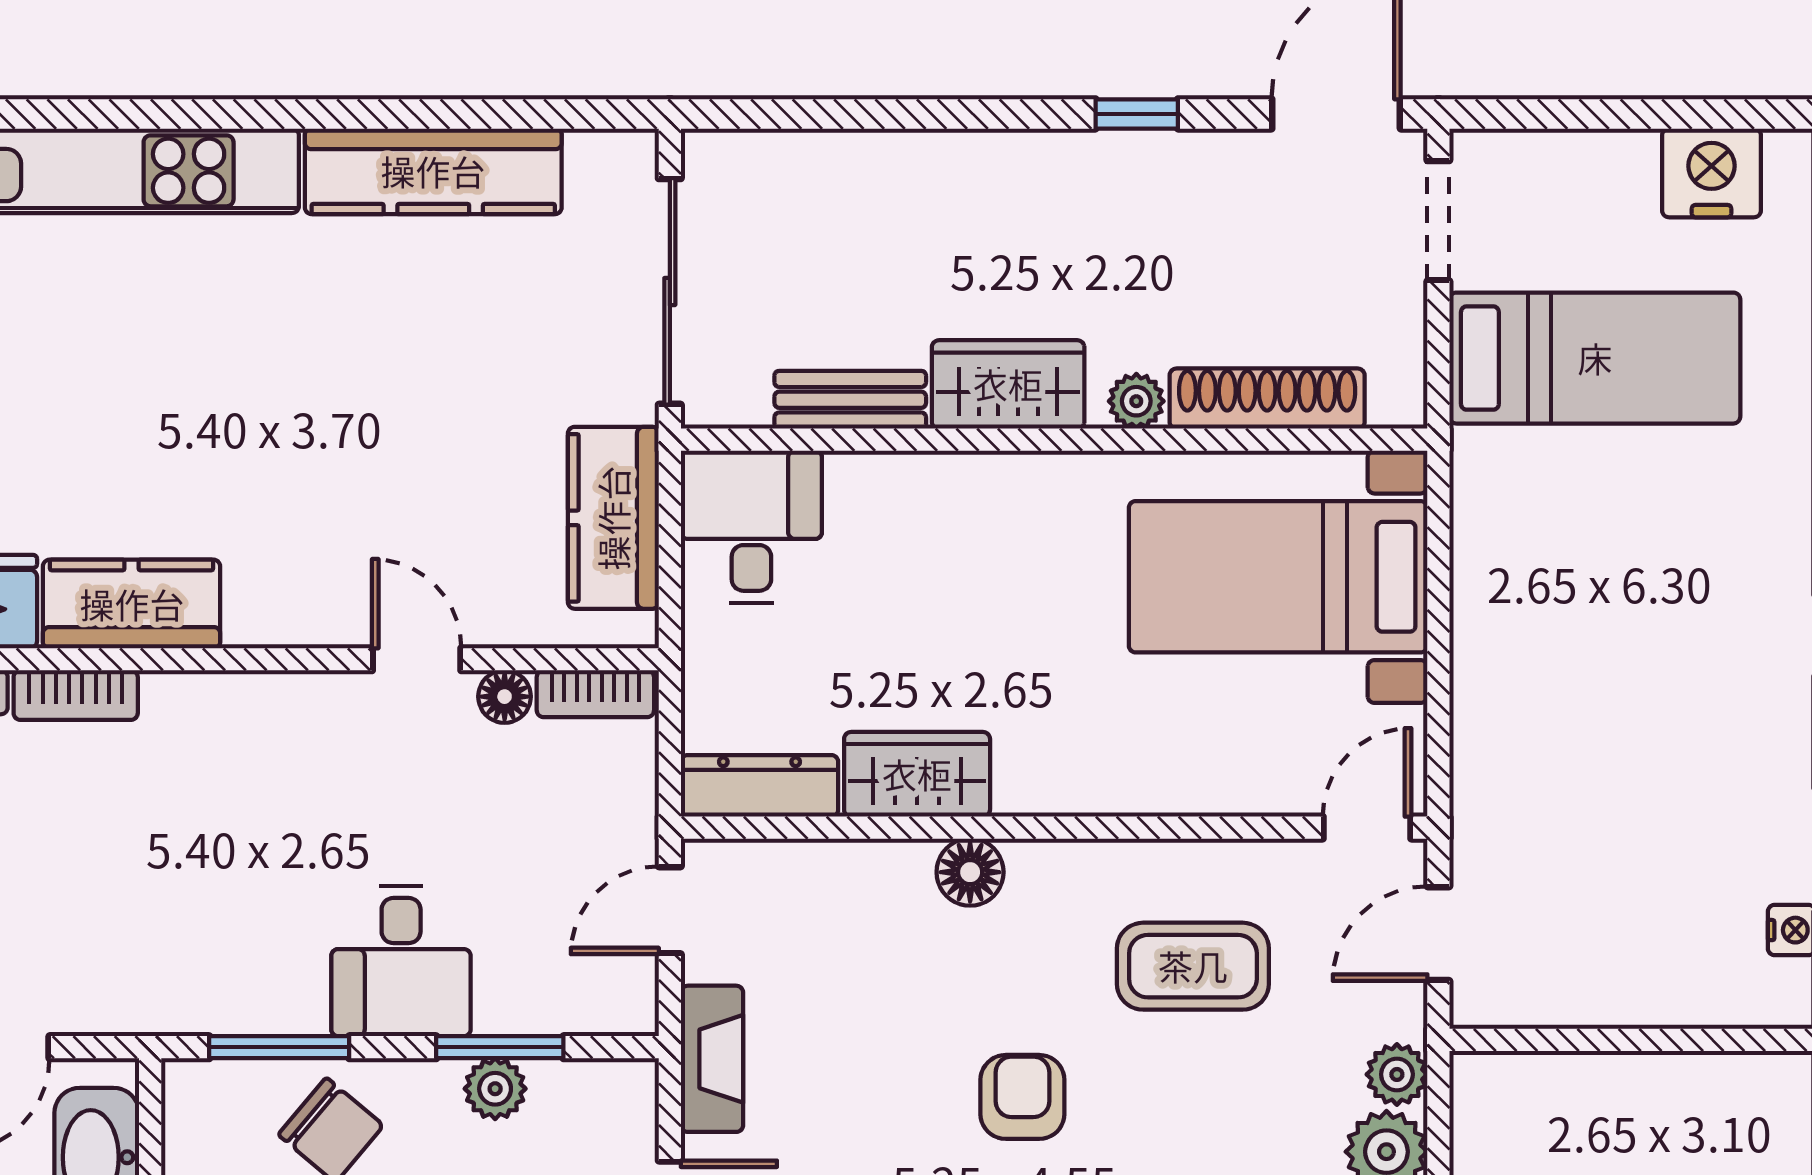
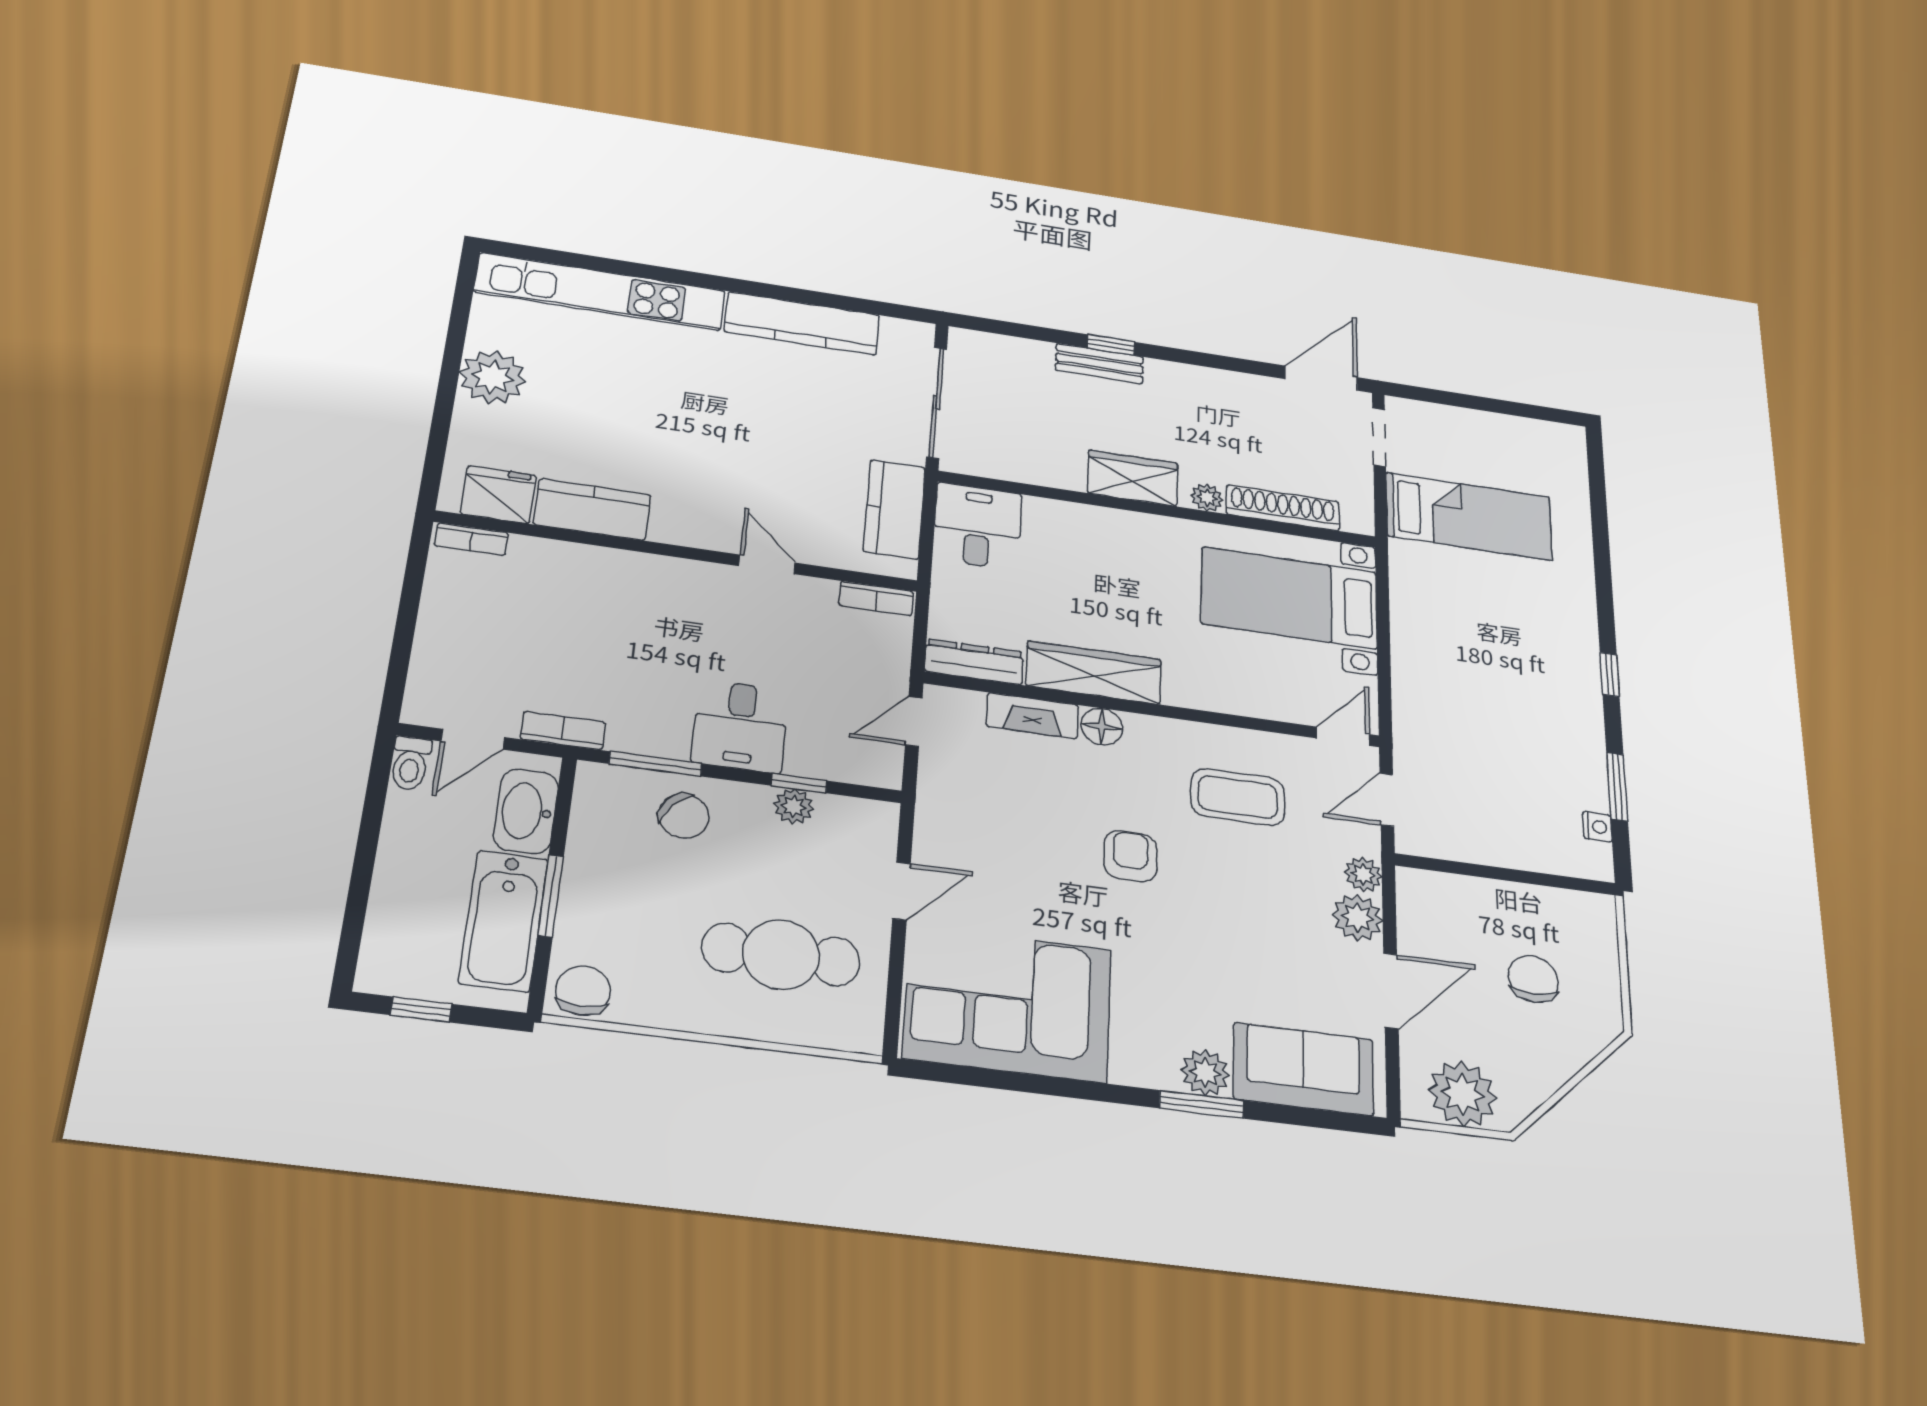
window: (1137, 114) -> (1111, 345), moved
nightstand: (1712, 173) -> (1530, 438), removed
bench: (850, 400) -> (1099, 364), moved
bookcase: (76, 695) -> (563, 731), moved, turned 180
floor lamp: (505, 697) -> (820, 592), removed
wardrobe: (917, 774) -> (1094, 673), width x1.50
window: (500, 1047) -> (799, 783), width x0.67
fireplace: (712, 1059) -> (1032, 716), moved, turned 90

